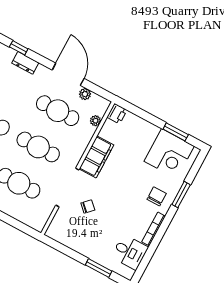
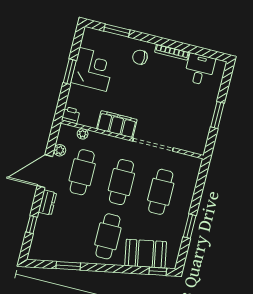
dresser: (25, 63) -> (47, 202), moved
window: (176, 132) -> (70, 72), moved
corner desk: (169, 154) -> (93, 69), moved
window: (181, 195) -> (117, 31), moved
chair: (88, 207) -> (166, 120), removed
window: (99, 268) -> (217, 115), moved

